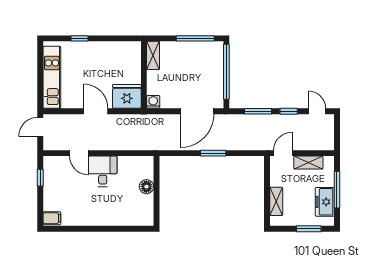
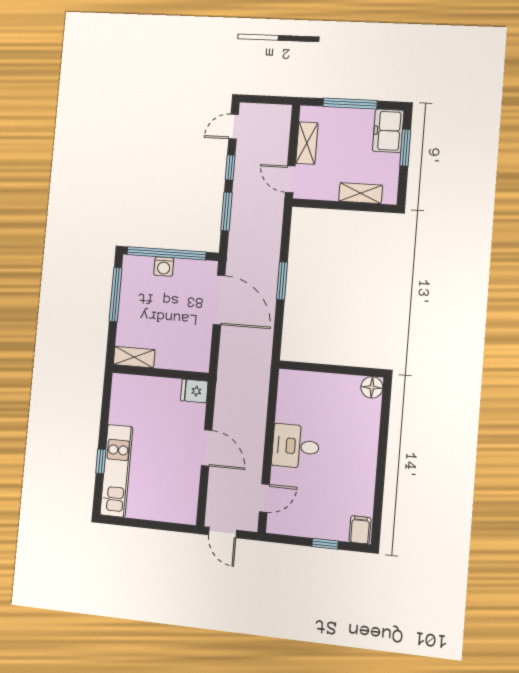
kitchen unit: (52, 77) -> (116, 471), moved, turned 90
fridge: (127, 96) -> (194, 391), width x0.53, depth x0.75
washing machine: (153, 102) -> (164, 267), moved, turned -90
door: (96, 111) -> (207, 448), swing flipped
door: (79, 153) -> (264, 498), moved
window: (40, 178) -> (325, 544), moved
floor lamp: (146, 187) -> (372, 387), moved
freezer: (325, 202) -> (388, 131), moved, turned 90

